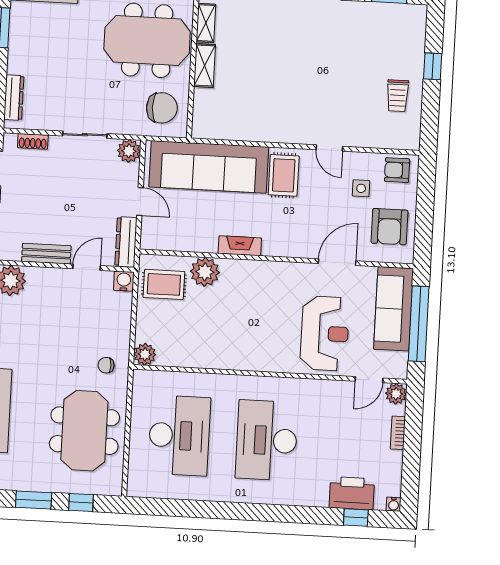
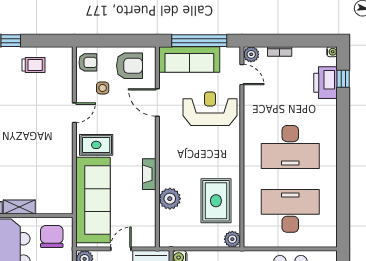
armchair: (397, 170) -> (88, 62), turned -90
rug: (164, 284) -> (216, 201), moved, width x1.36, depth x1.43

